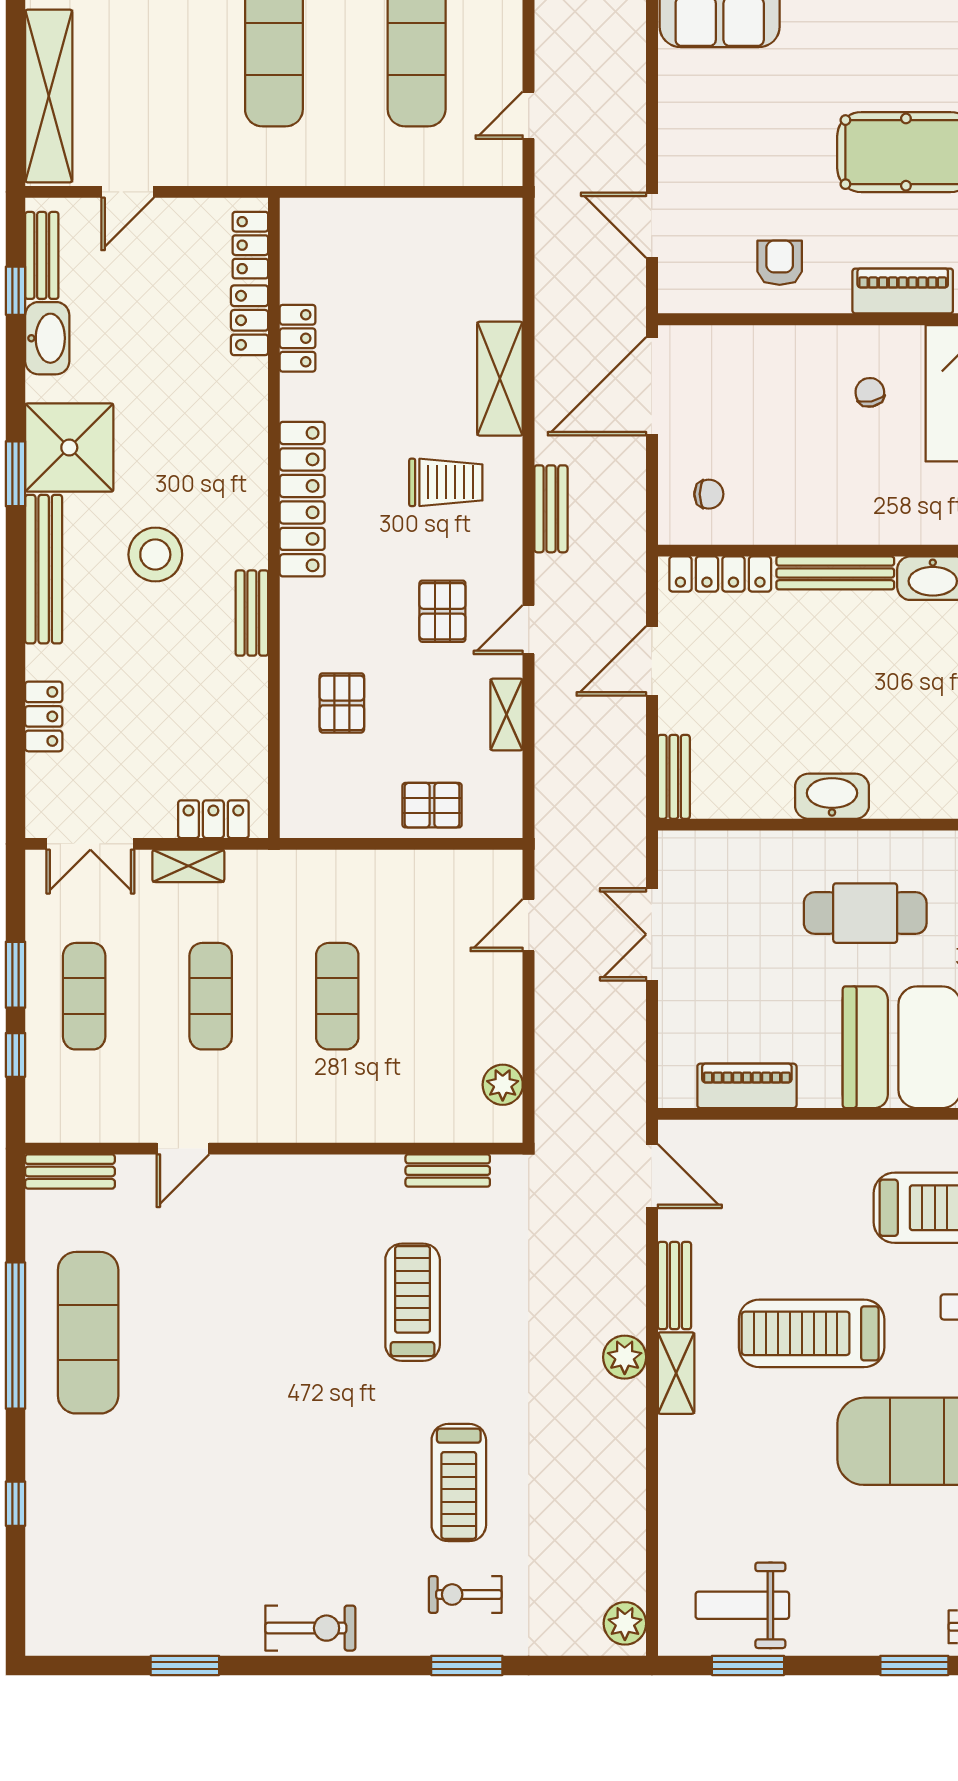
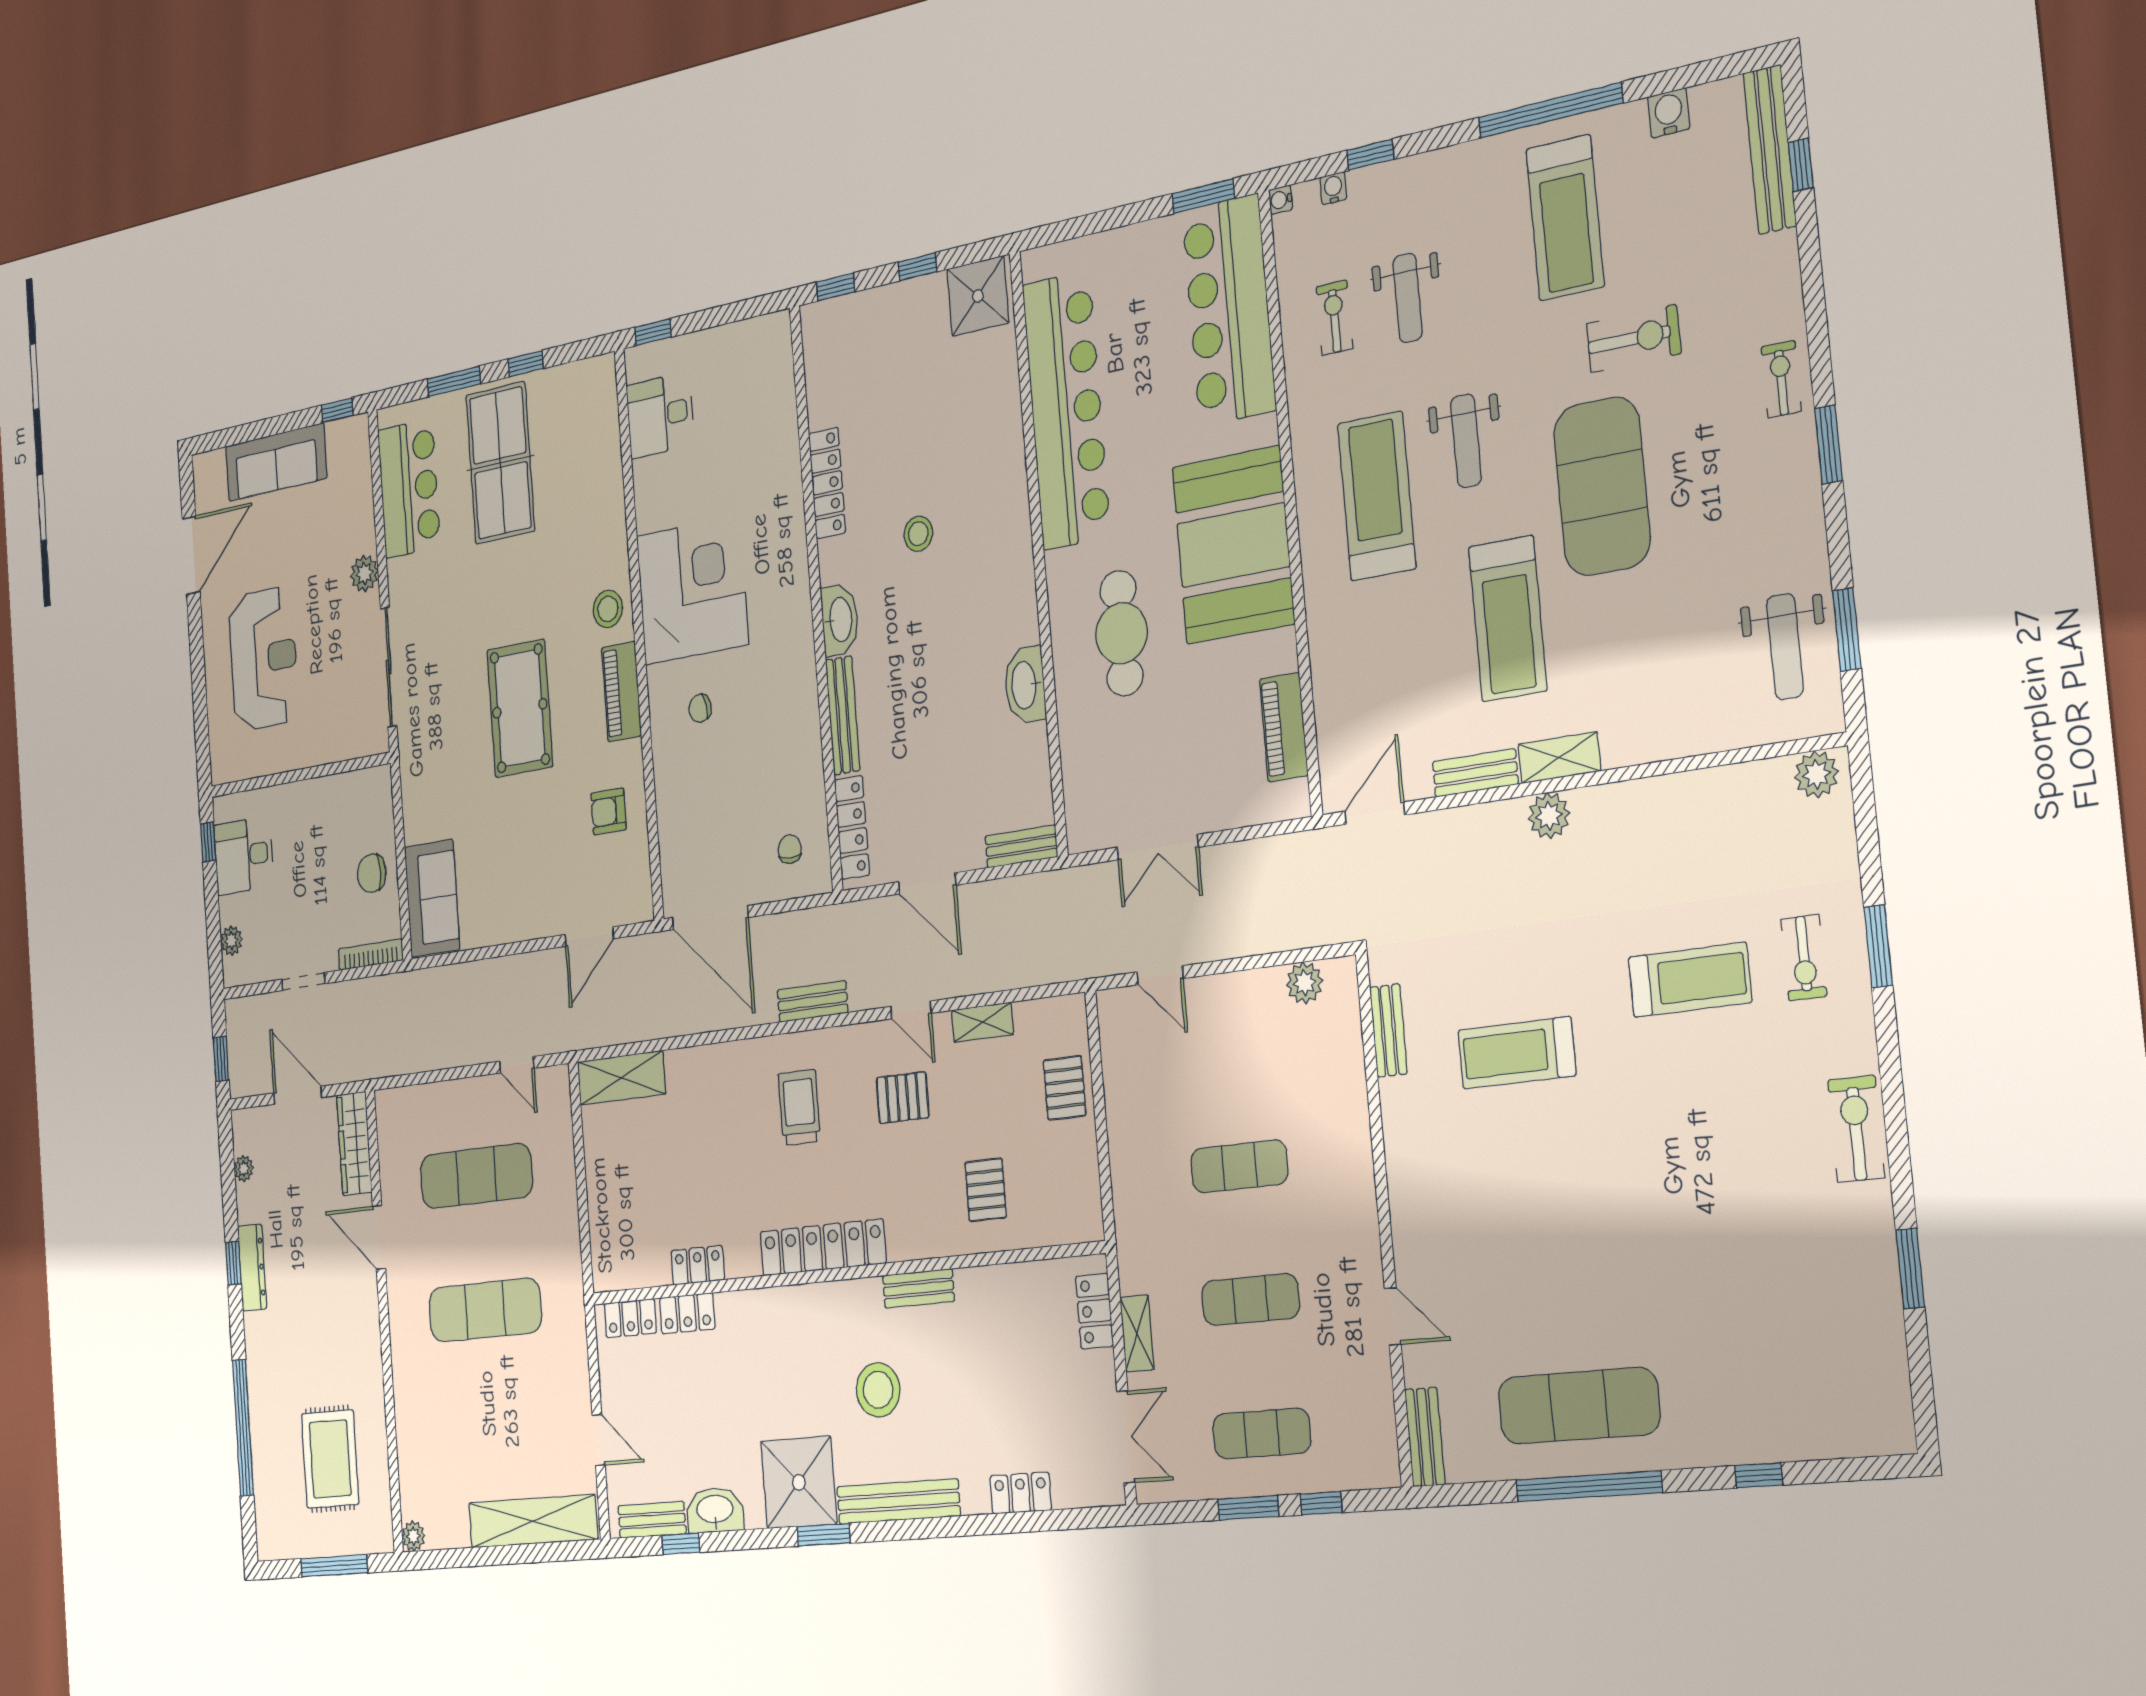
shelving: (500, 379) -> (621, 1078), moved
pallet: (342, 703) -> (986, 1190), turned 90

